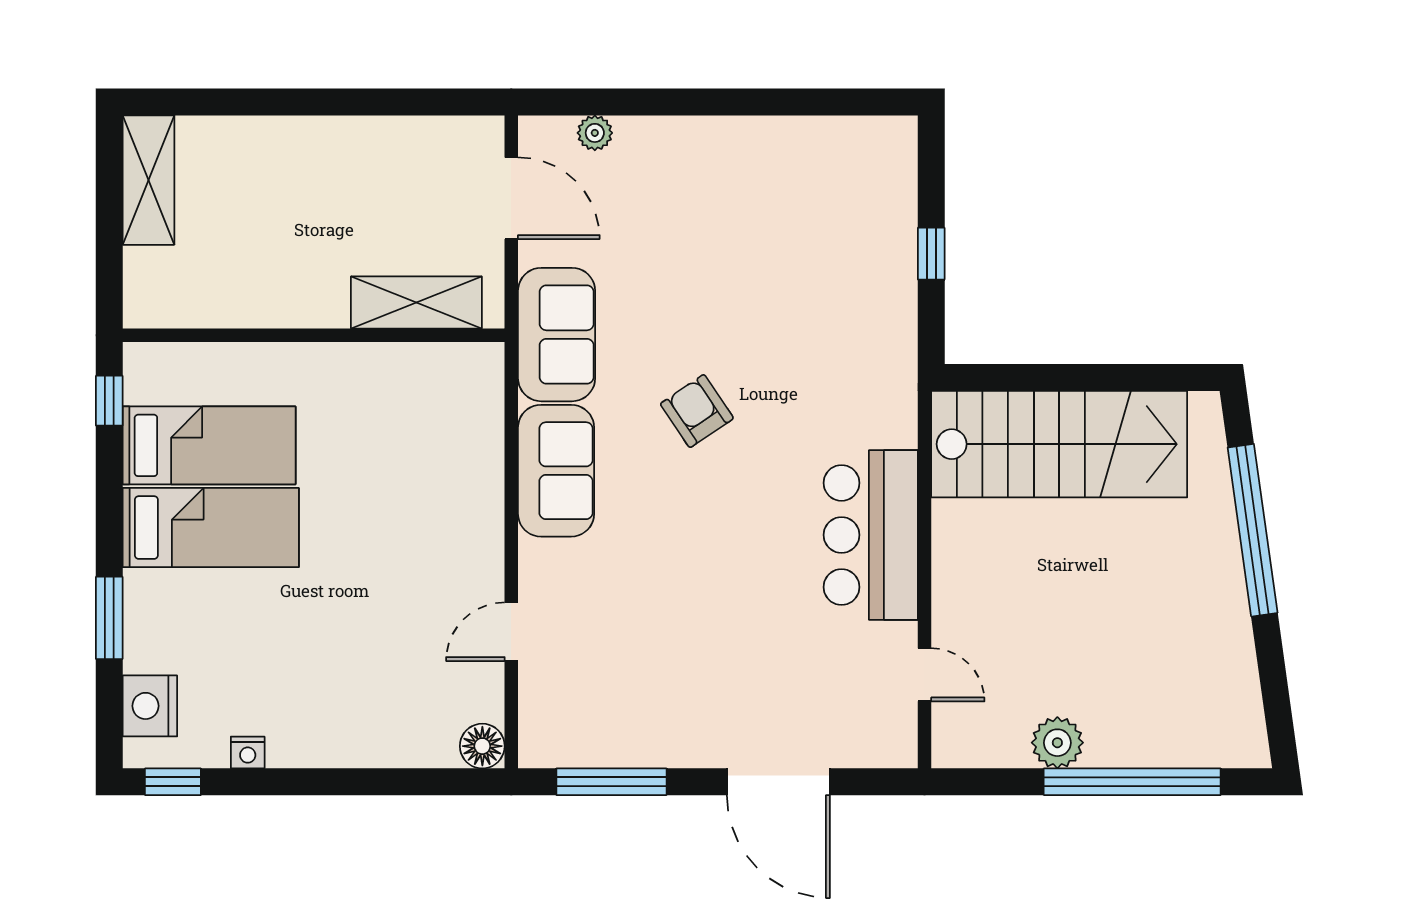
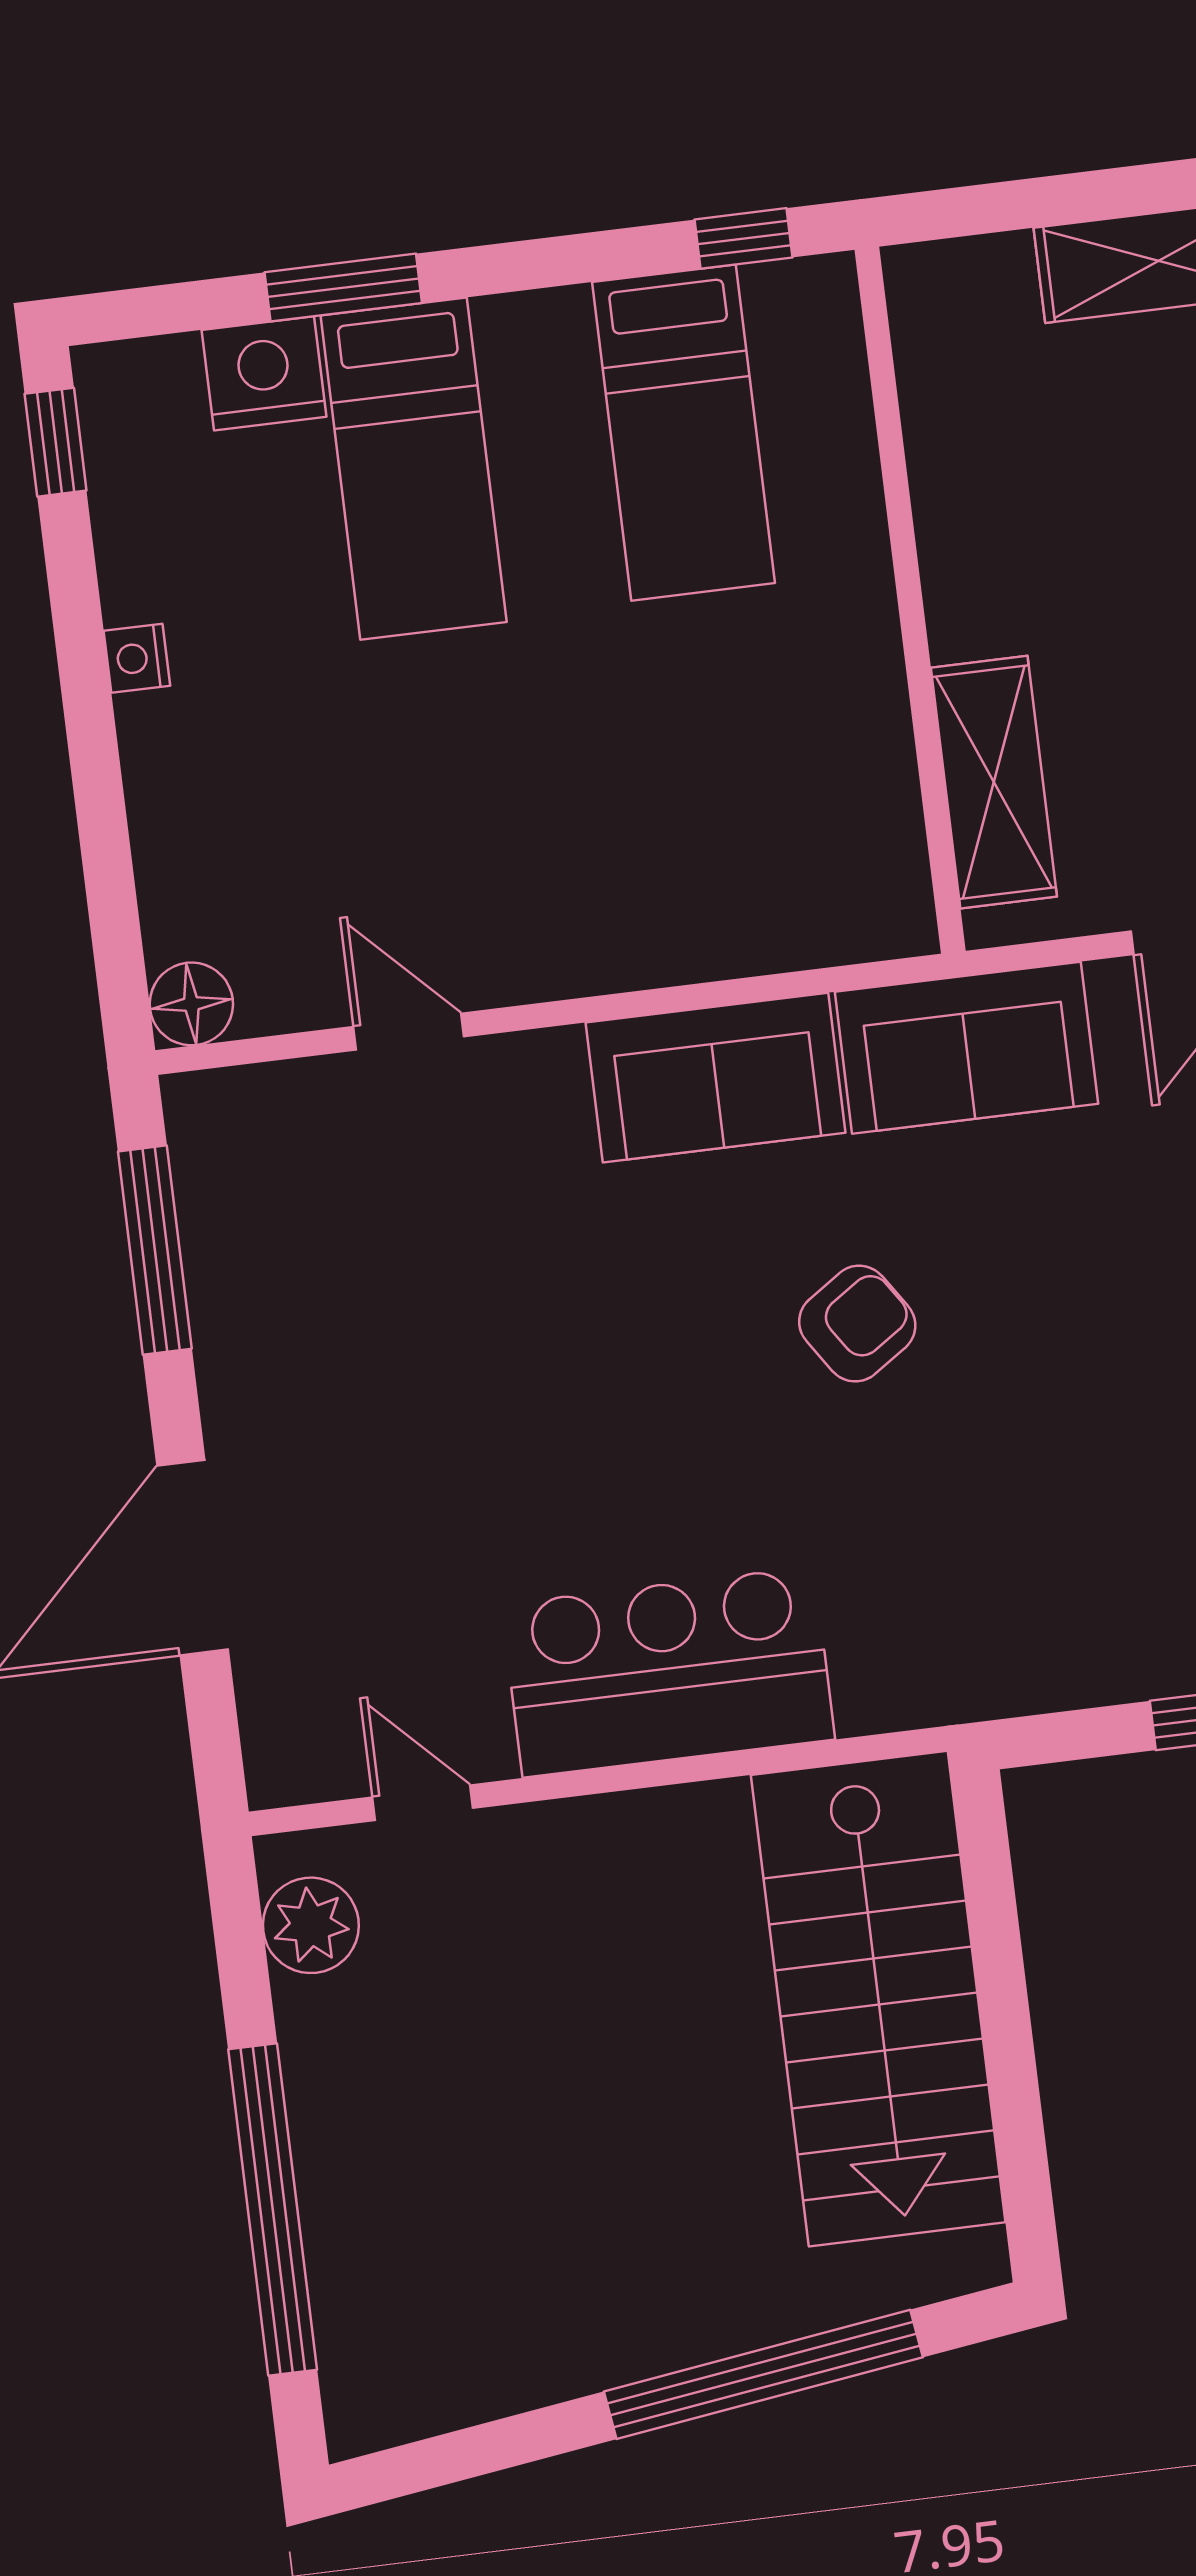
bed: (211, 528) -> (414, 469), moved
door: (925, 675) -> (423, 1803), swing flipped
nightstand: (150, 706) -> (264, 373), moved
plant: (1057, 743) -> (311, 1925), moved
nightstand: (248, 753) -> (137, 658), moved

